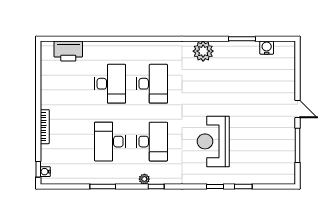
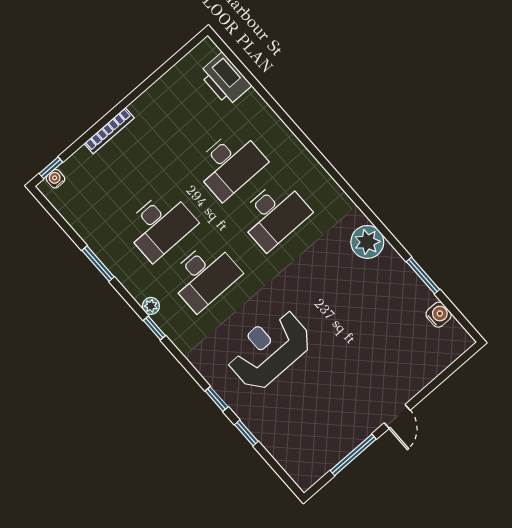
desk: (110, 142) -> (160, 225), turned 180

